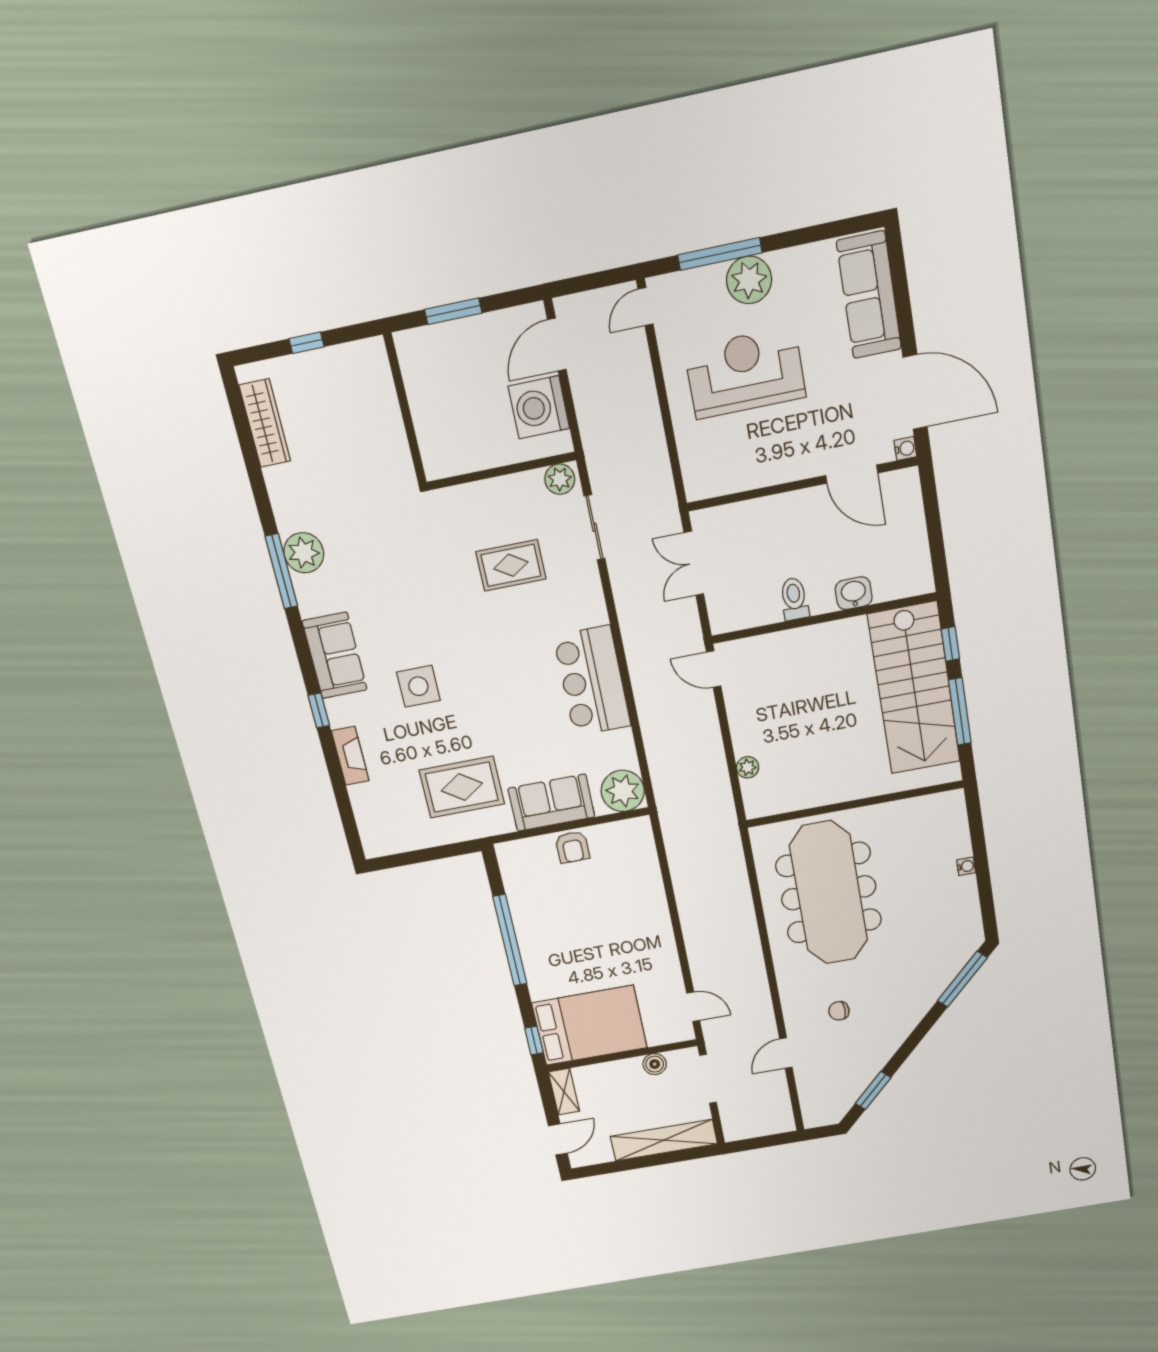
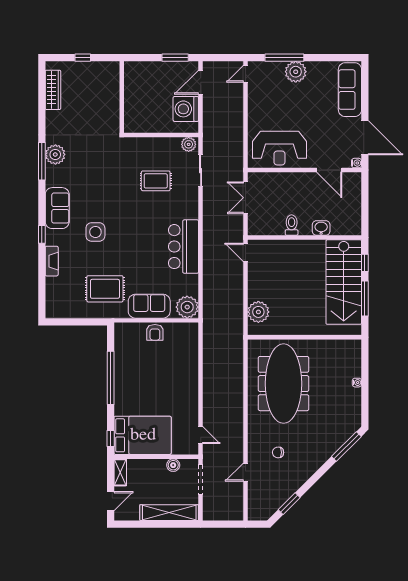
window: (453, 311) -> (175, 58), moved
reception desk: (745, 373) -> (279, 148), moved, turned 180
plant: (748, 767) -> (258, 312), width x1.88, depth x1.88

